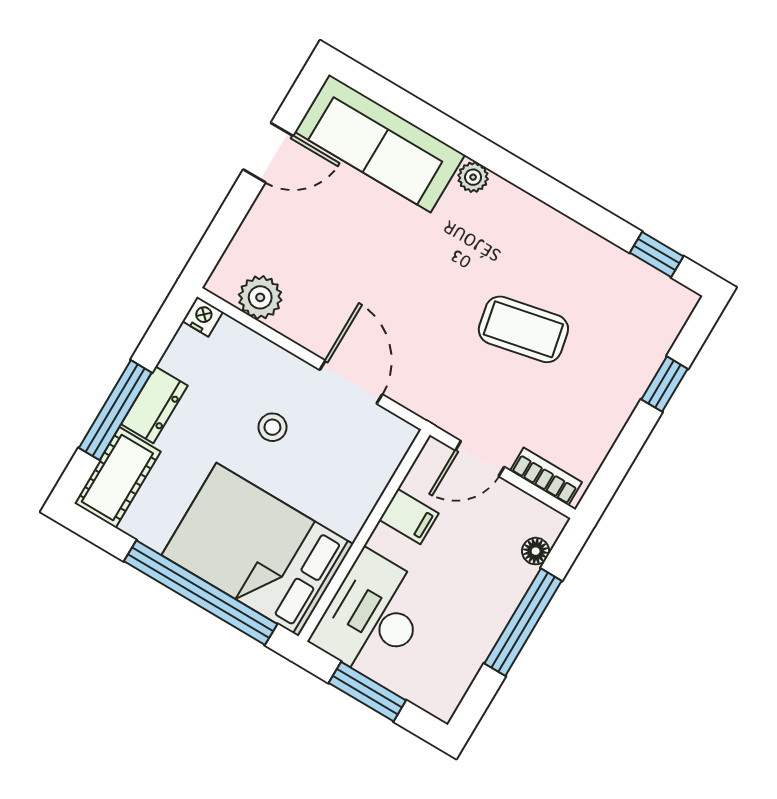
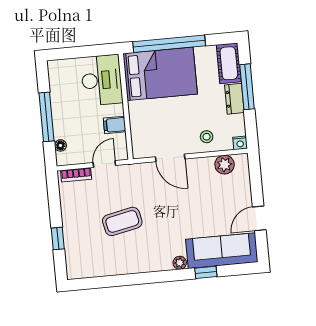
window: (657, 254) -> (206, 272), moved
stool: (272, 427) -> (207, 137), moved
window: (367, 692) -> (84, 52), removed

